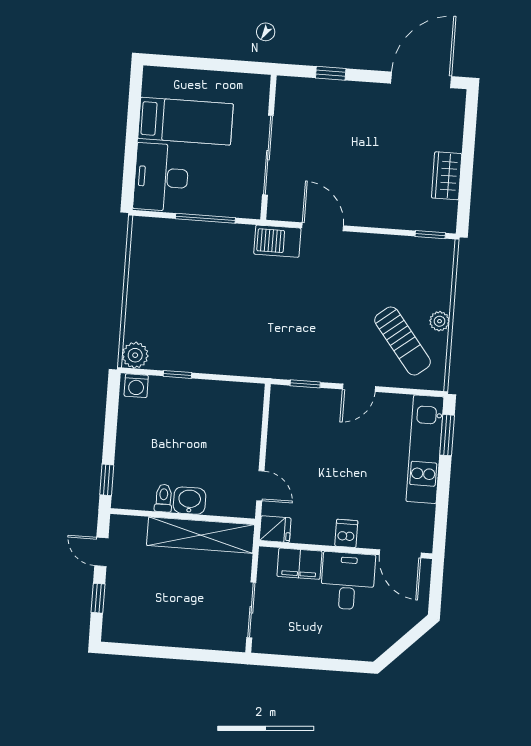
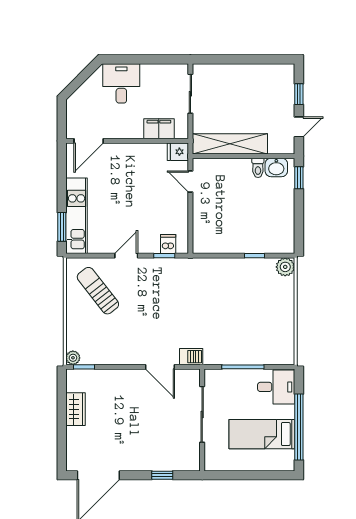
window: (133, 127) -> (299, 427), added
desk: (161, 177) -> (276, 387), width x0.73
barbecue: (277, 241) -> (191, 357), width x0.73, depth x0.79
plant: (440, 321) -> (73, 358), moved
washing machine: (136, 386) -> (283, 245), removed
washbasin: (190, 501) -> (276, 167), moved
dishwasher: (346, 533) -> (168, 244), moved, turned 180
door: (101, 552) -> (299, 127), hinge flipped
door: (400, 554) -> (89, 141), swing flipped
desk: (348, 581) -> (121, 83), moved, turned 180

